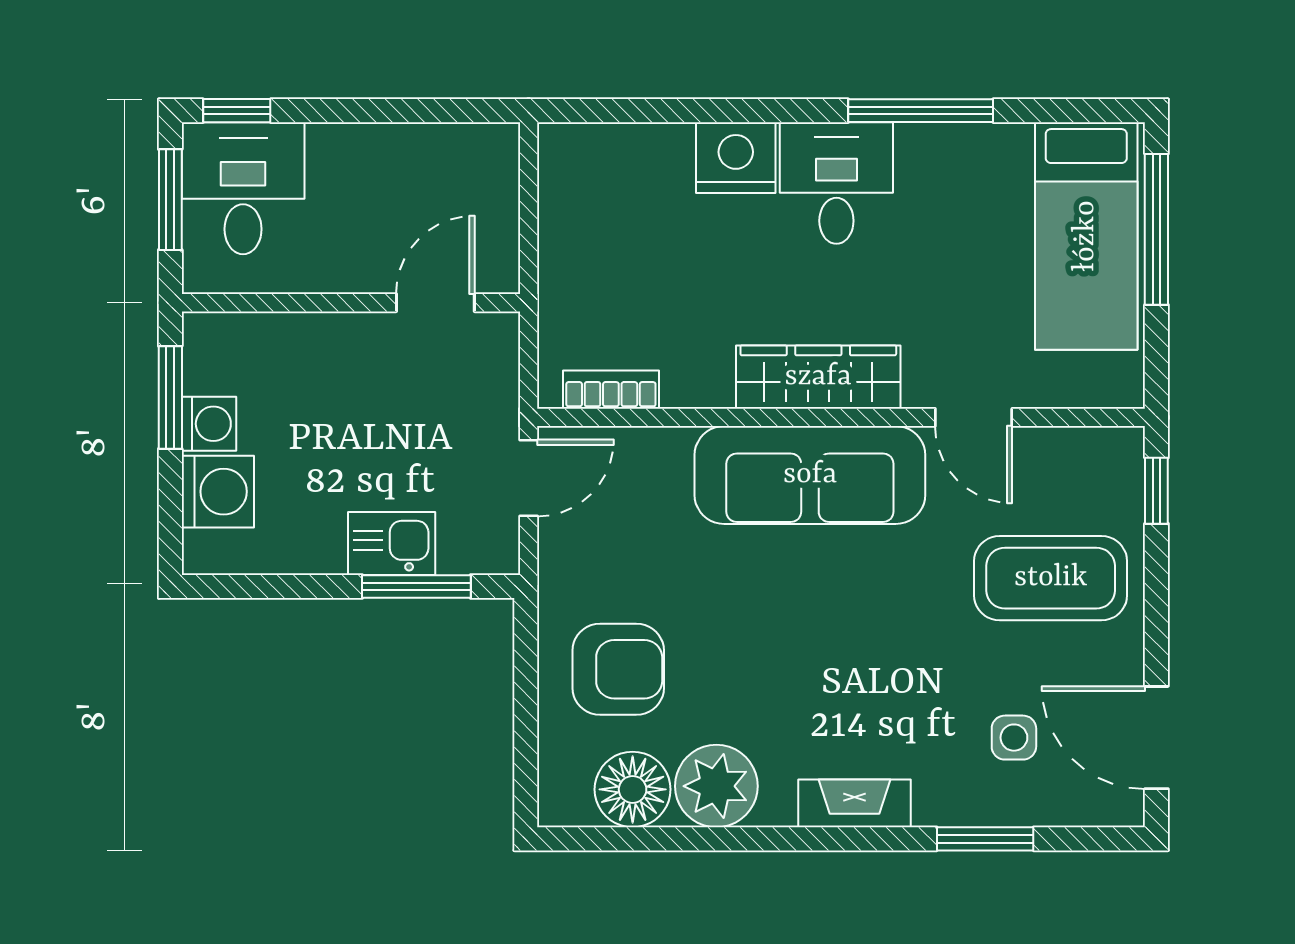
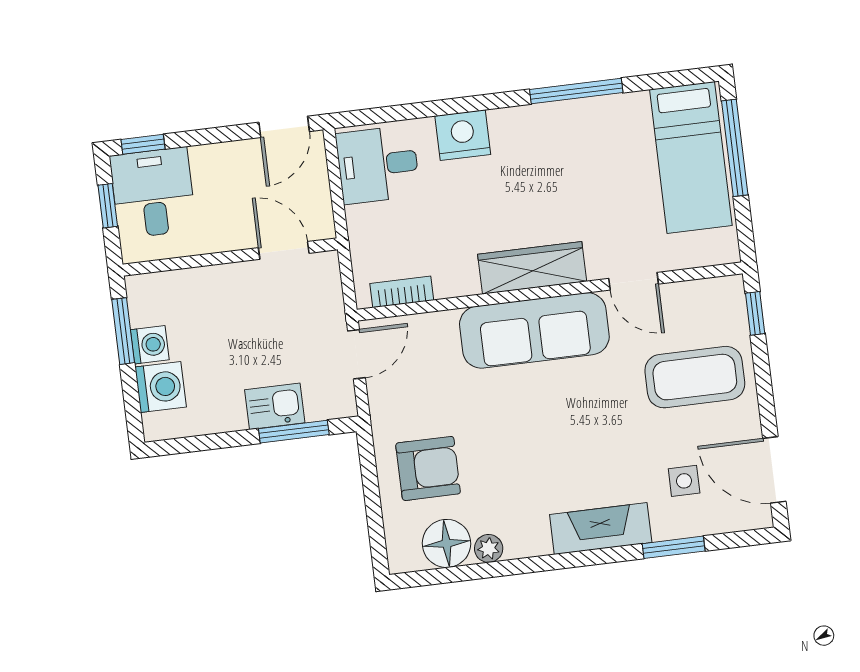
door: (460, 111) -> (284, 127), added
desk: (836, 183) -> (378, 165), moved, turned -90
window: (170, 200) -> (108, 206), width x0.67
door: (435, 303) -> (284, 250), hinge flipped
plant: (716, 786) -> (489, 548), width x0.53, depth x0.53
fireplace: (854, 803) -> (601, 529), width x1.37, depth x1.32

